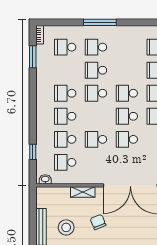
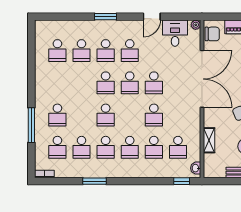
window: (100, 22) -> (31, 125), moved
window: (33, 57) -> (94, 181), moved
school desk: (96, 70) -> (82, 147), moved
window: (33, 152) -> (182, 181), moved
shelving: (83, 192) -> (209, 140), moved

